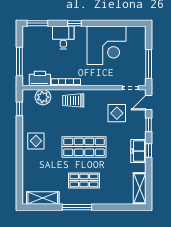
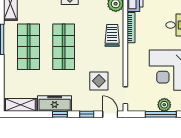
plant: (140, 51) -> (164, 105), added
window: (149, 64) -> (161, 114), moved
freezer: (138, 151) -> (55, 103), width x1.40
shop shelf: (84, 180) -> (29, 47), width x1.43, depth x1.36

